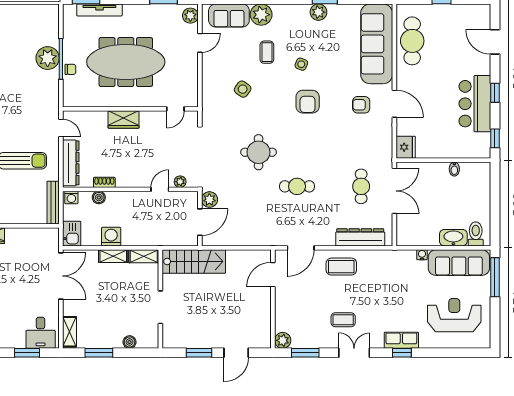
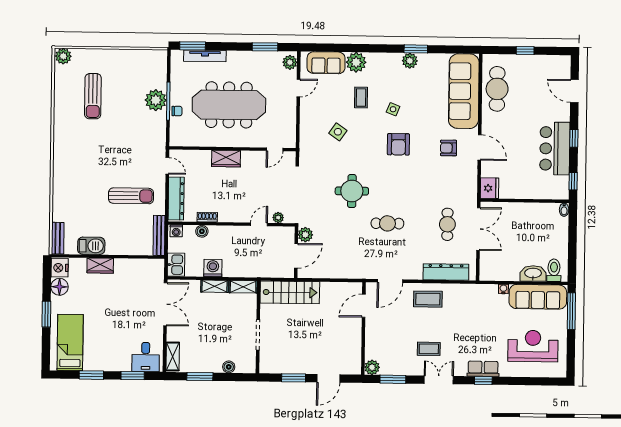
bidet: (454, 169) -> (564, 210), moved

